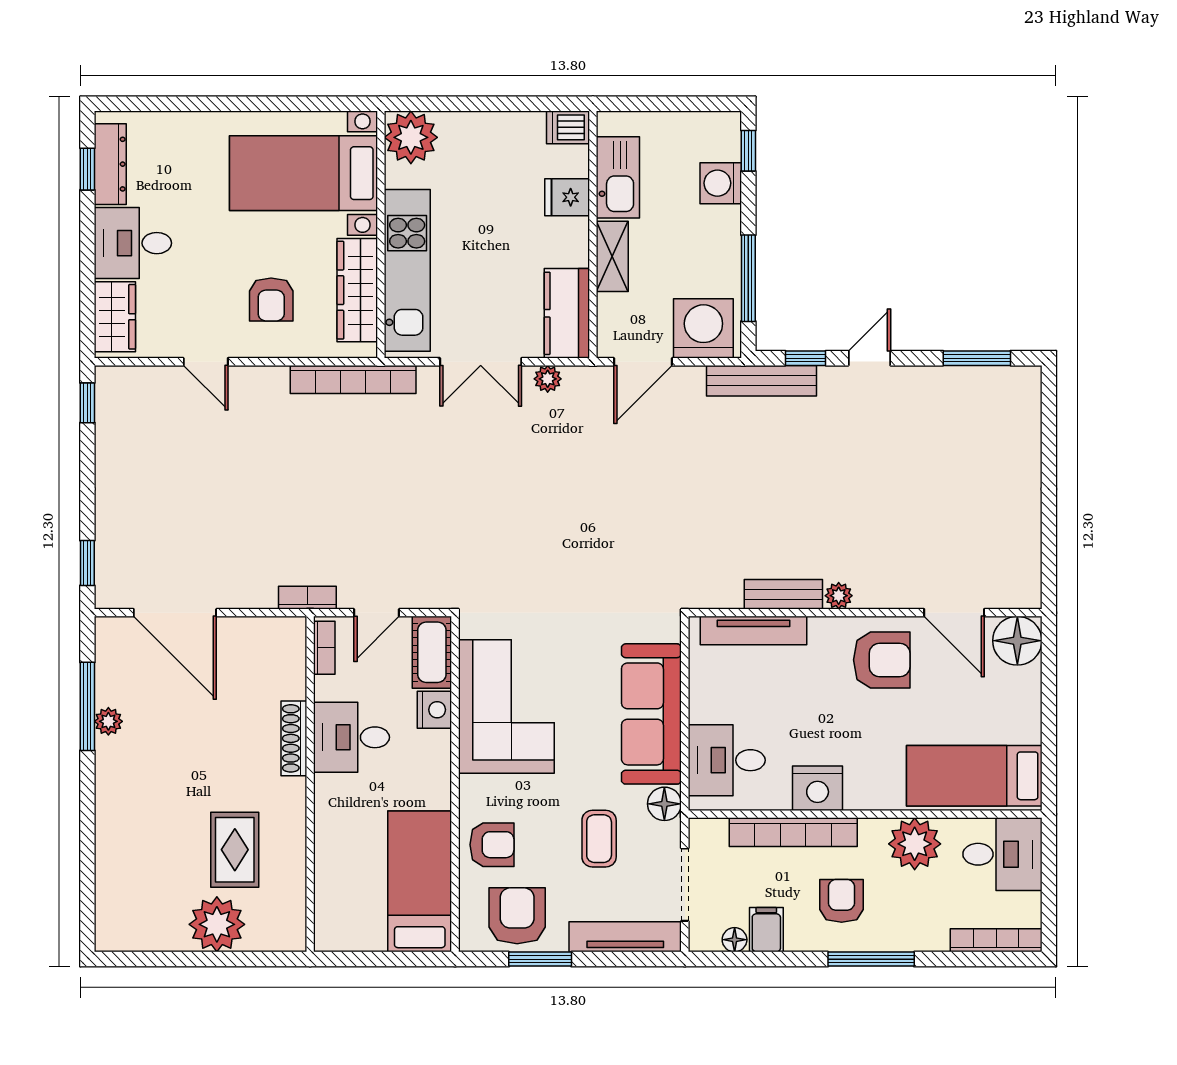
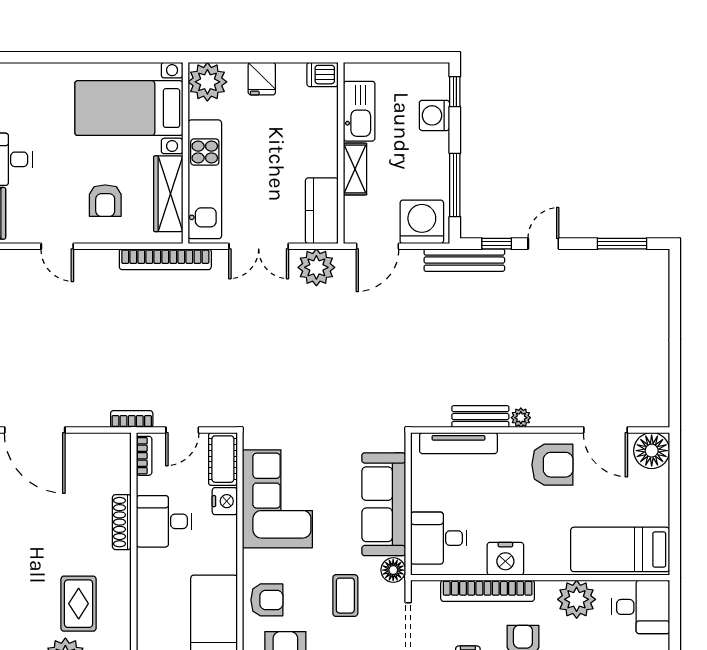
fridge: (567, 197) -> (262, 79), moved, turned -90
plant: (548, 379) -> (316, 267), width x1.88, depth x1.88

